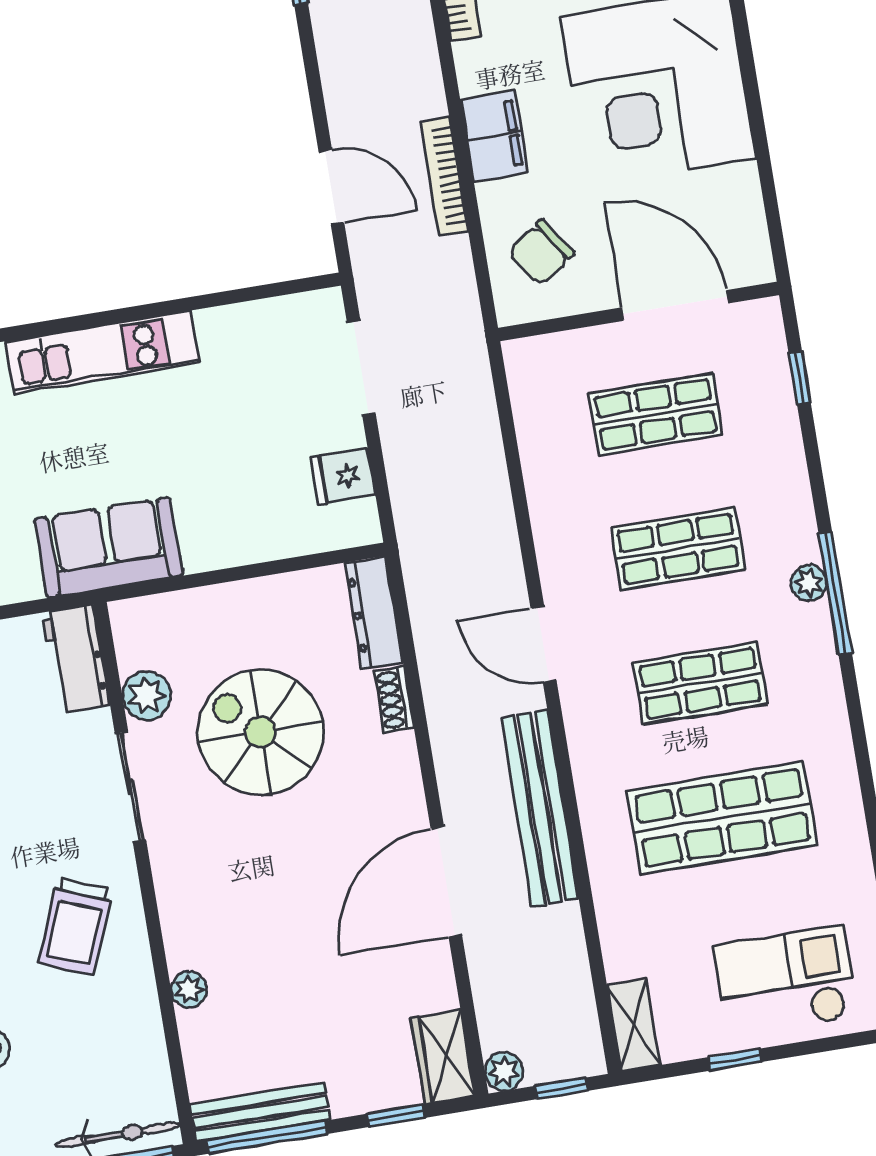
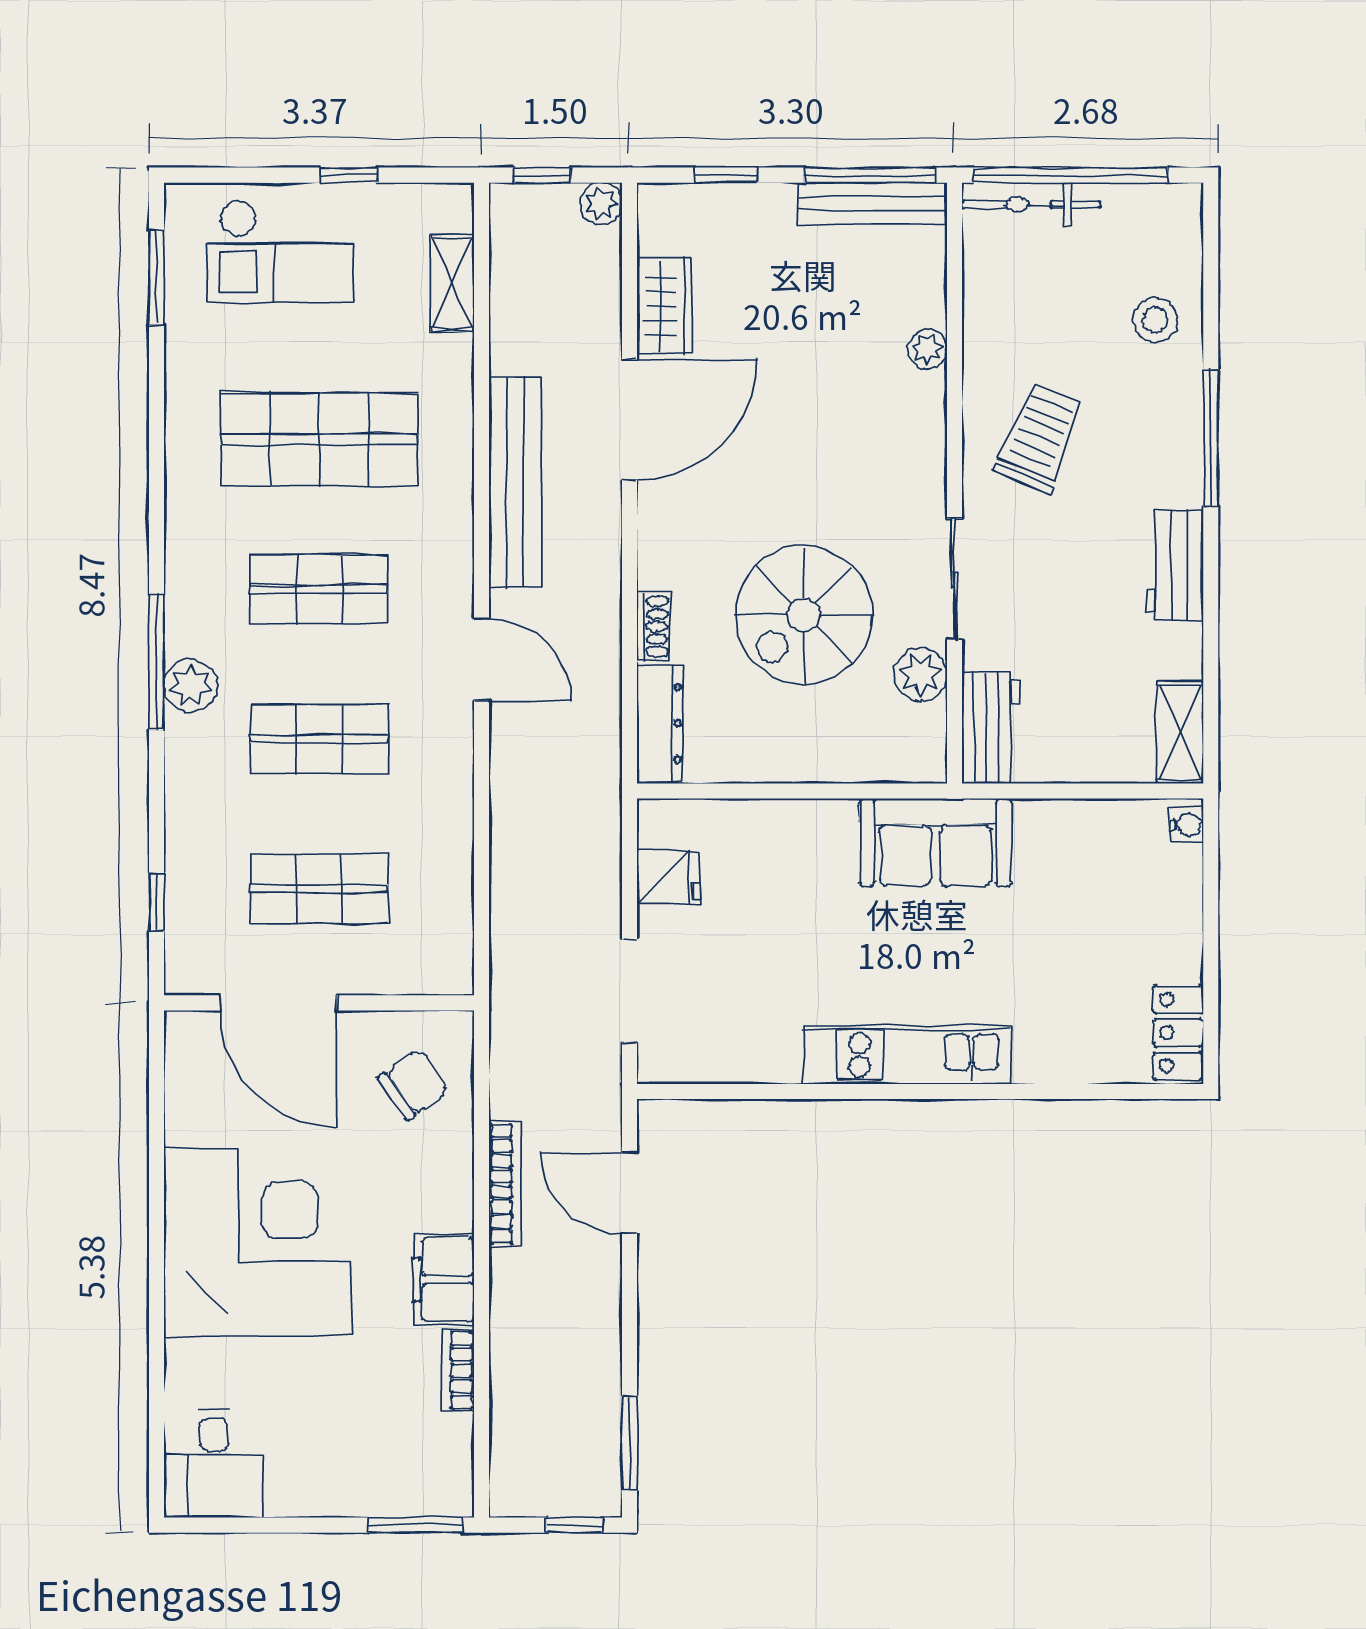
filing cabinet: (494, 136) -> (444, 1279), moved
plant: (809, 583) -> (191, 686), width x1.38, depth x1.38
spiral stairs: (261, 732) -> (804, 615), turned 90
shelving: (633, 1025) -> (452, 283), moved
wardrobe: (443, 1057) -> (665, 306), moved

